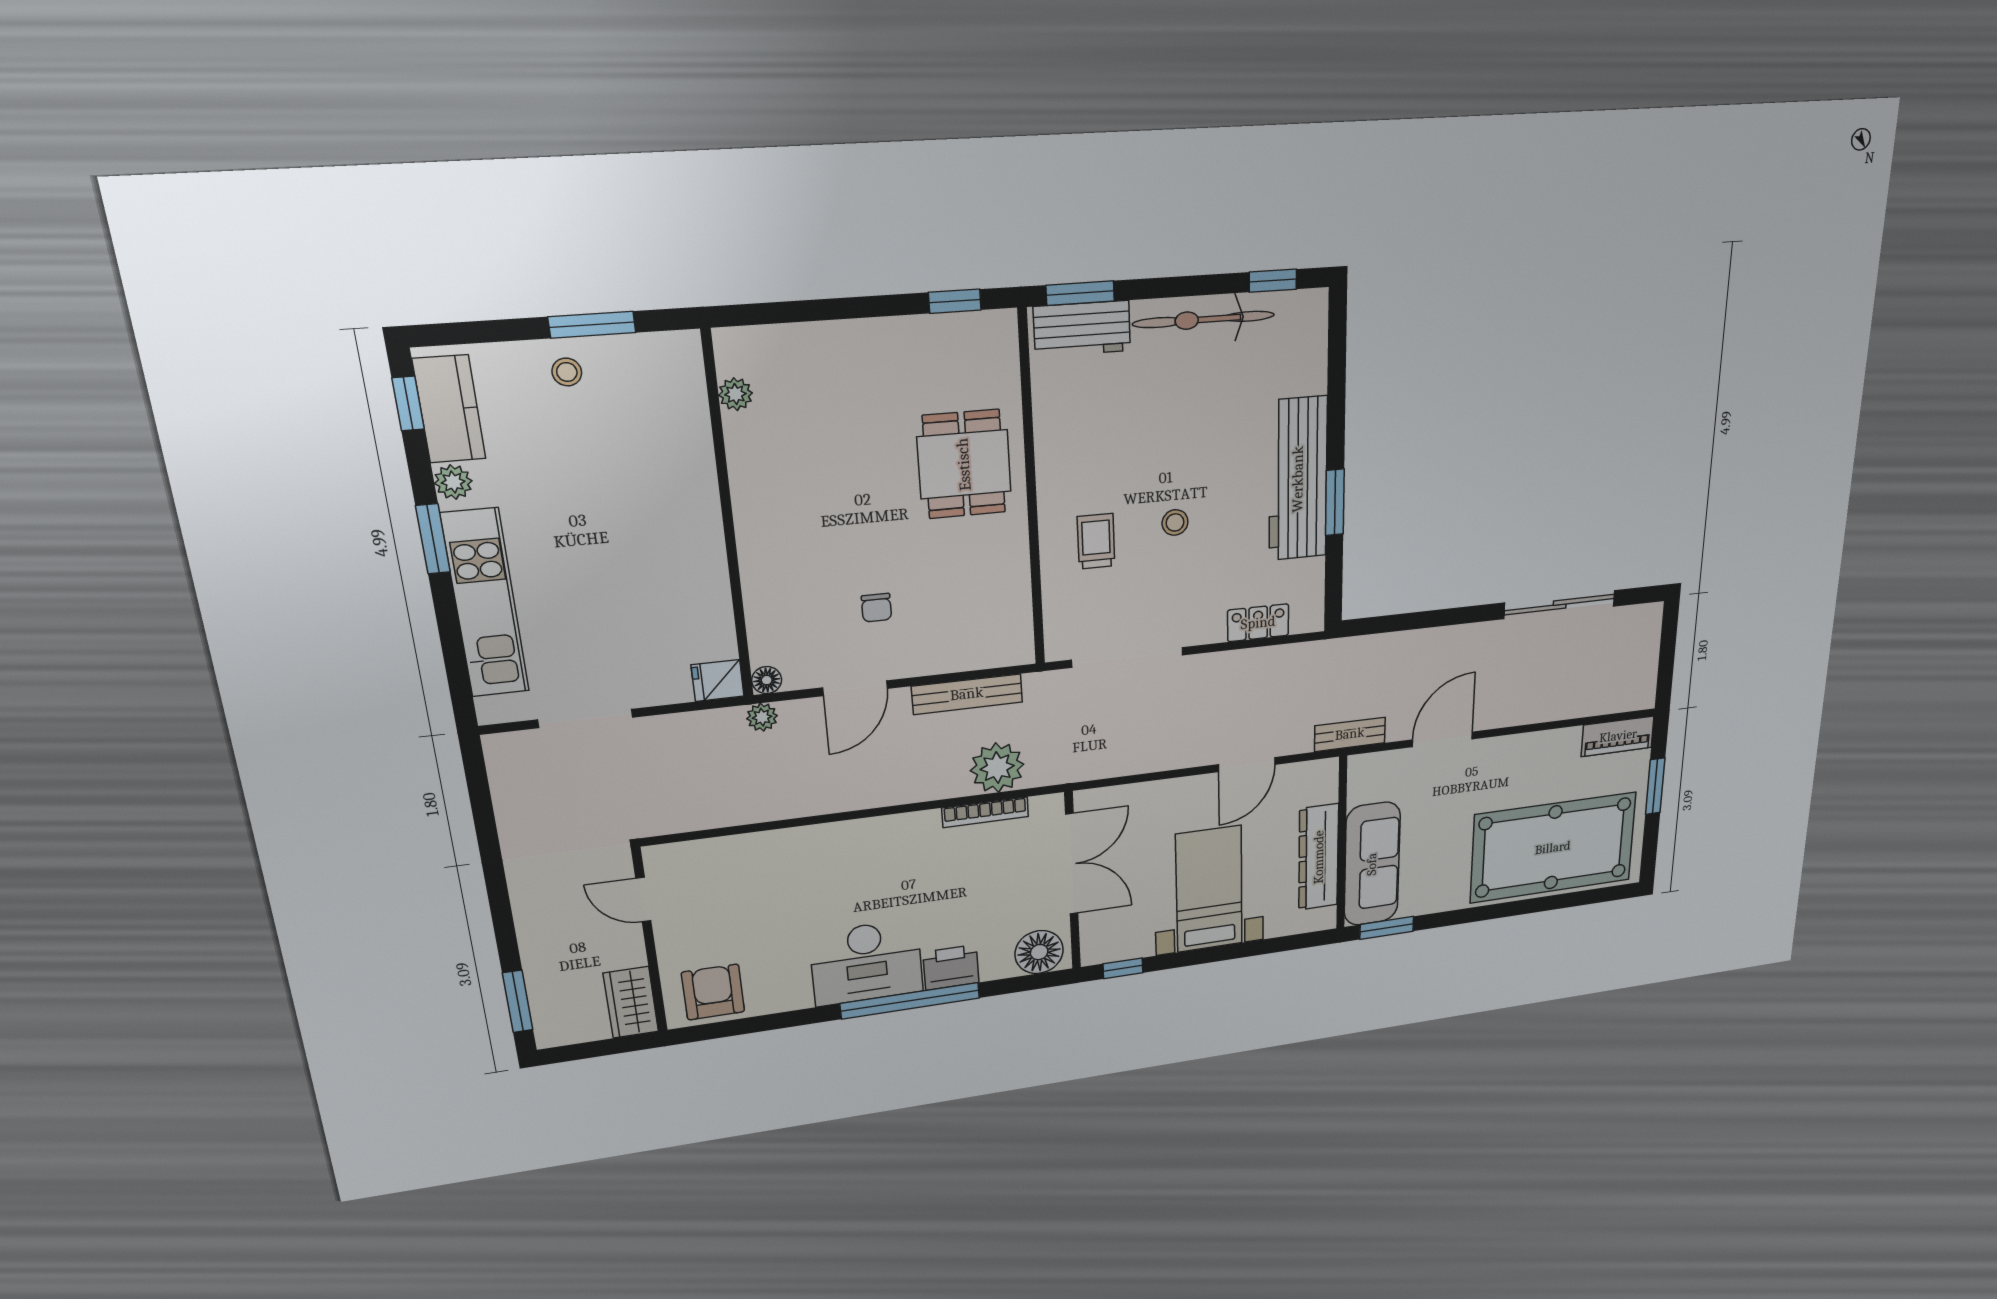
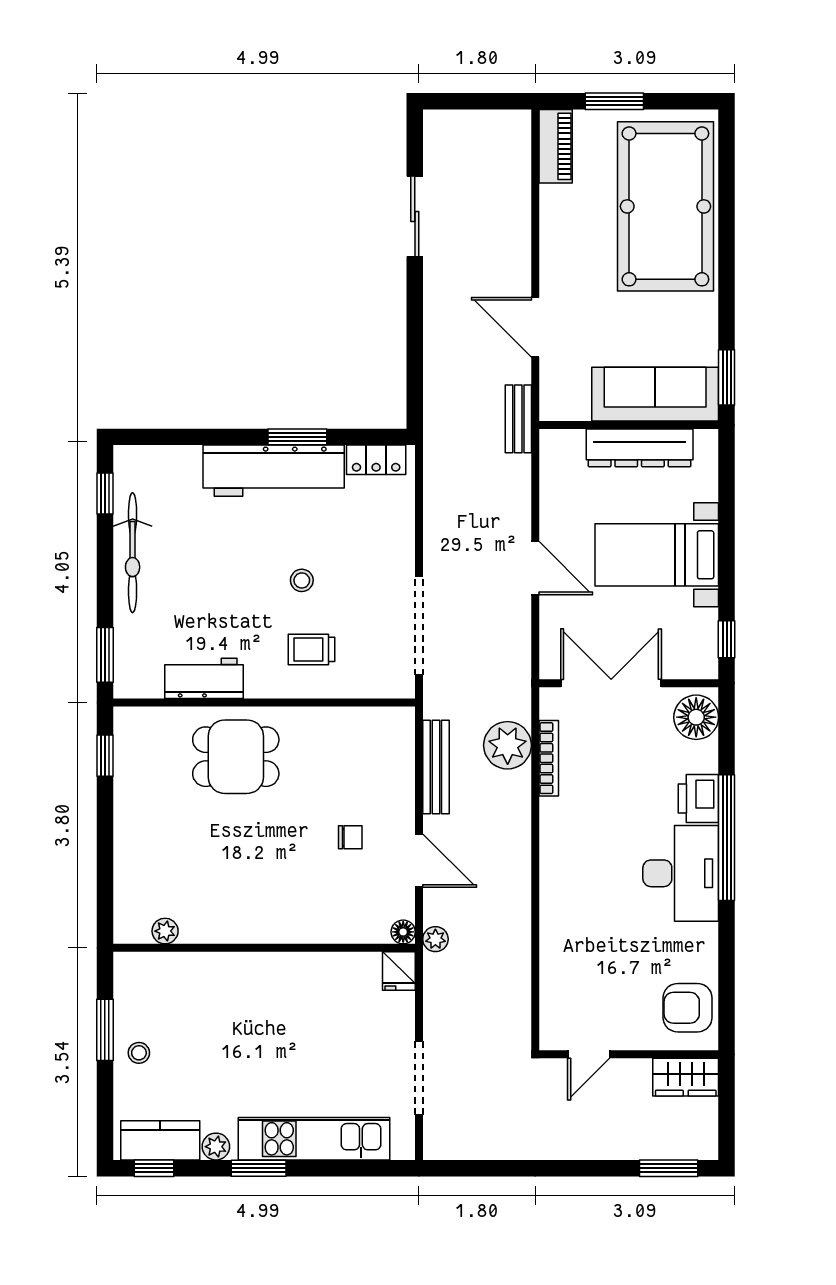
workbench: (1082, 329) -> (204, 678), moved, turned -90
sliding door: (1560, 605) -> (415, 216), width x0.73
locker: (1258, 623) -> (376, 460), moved, turned -90
door: (1247, 765) -> (535, 568), moved

